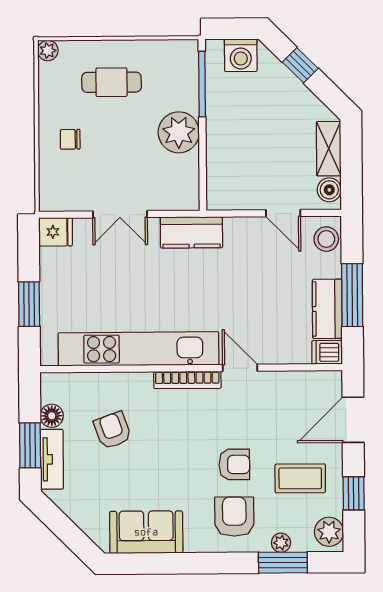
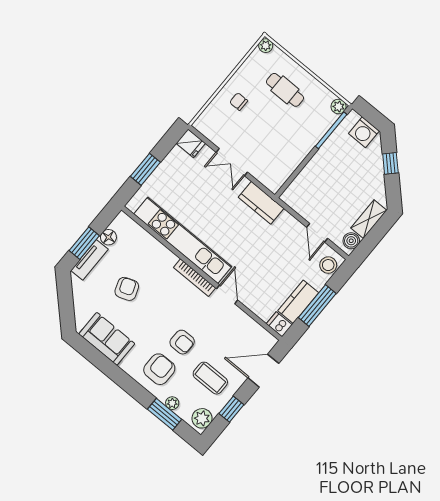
plant: (179, 132) -> (339, 107), moved, width x0.53, depth x0.53
armchair: (113, 430) -> (127, 289), moved

